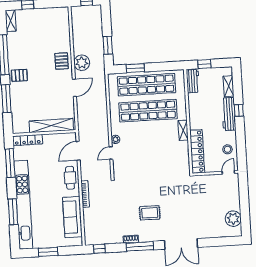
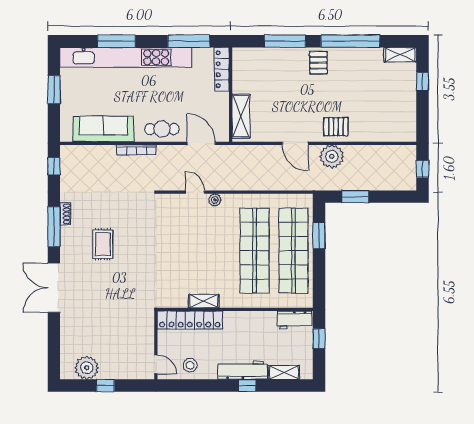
shelving: (51, 126) -> (241, 116), width x0.68
shelving: (183, 130) -> (204, 301), moved
window: (244, 206) -> (105, 386), added

